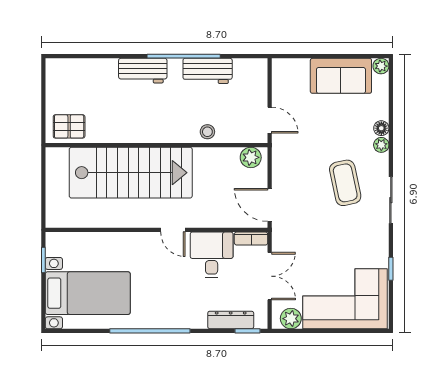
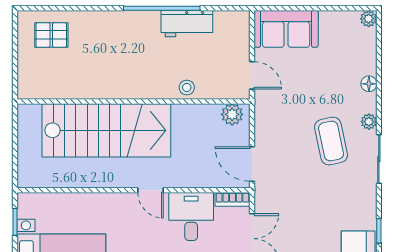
workbench: (143, 71) -> (119, 23), removed
sofa: (341, 76) -> (286, 29), moved
pallet: (69, 126) -> (51, 35), moved
plant: (381, 145) -> (369, 122), moved

